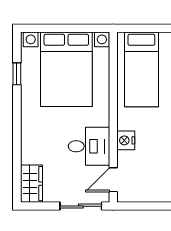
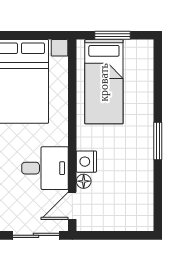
window: (149, 28) -> (112, 35), added
floor lamp: (123, 158) -> (84, 181), added

